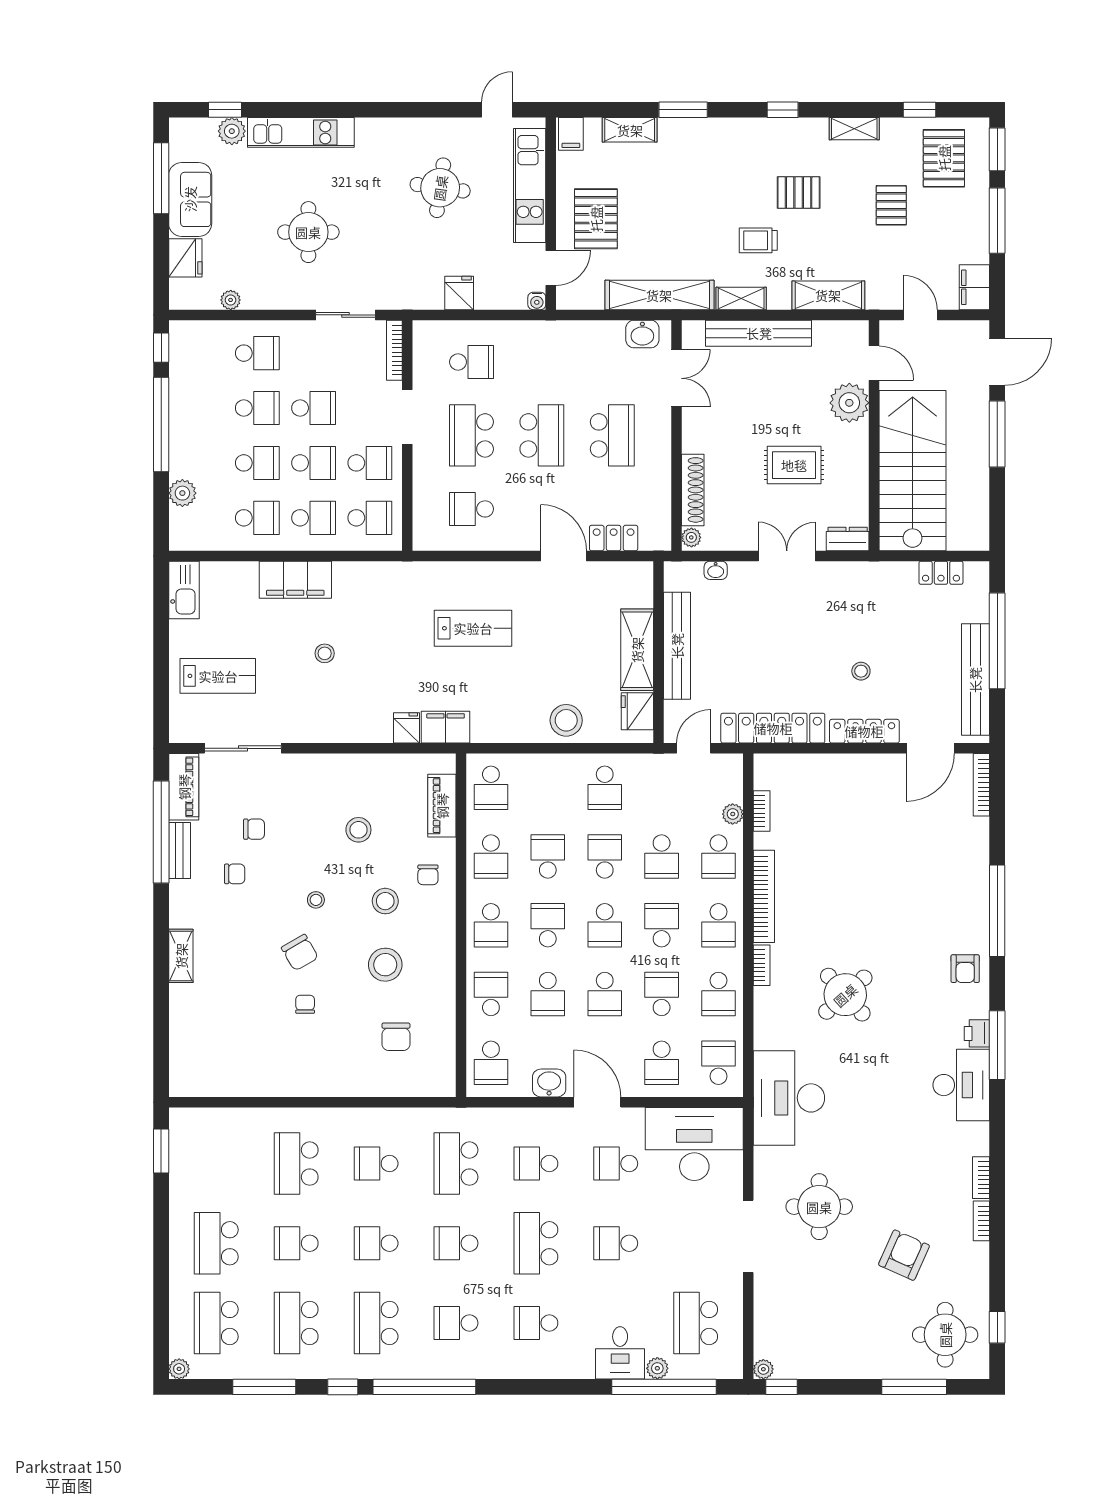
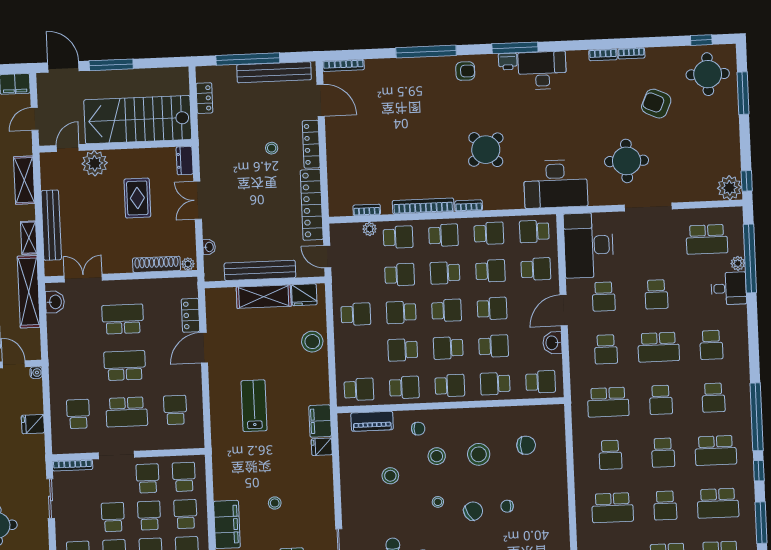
school desk: (472, 509) -> (175, 410), turned 180
school desk: (662, 994) -> (490, 271), turned 180
plant: (763, 1369) -> (730, 188), width x1.88, depth x1.88

